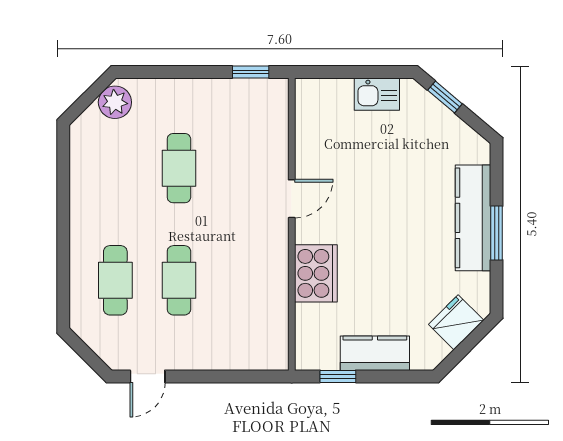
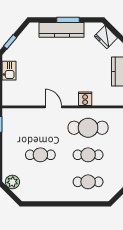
cooker: (316, 273) -> (85, 99), width x0.53, depth x0.76
cafe table: (243, 280) -> (88, 128), added

